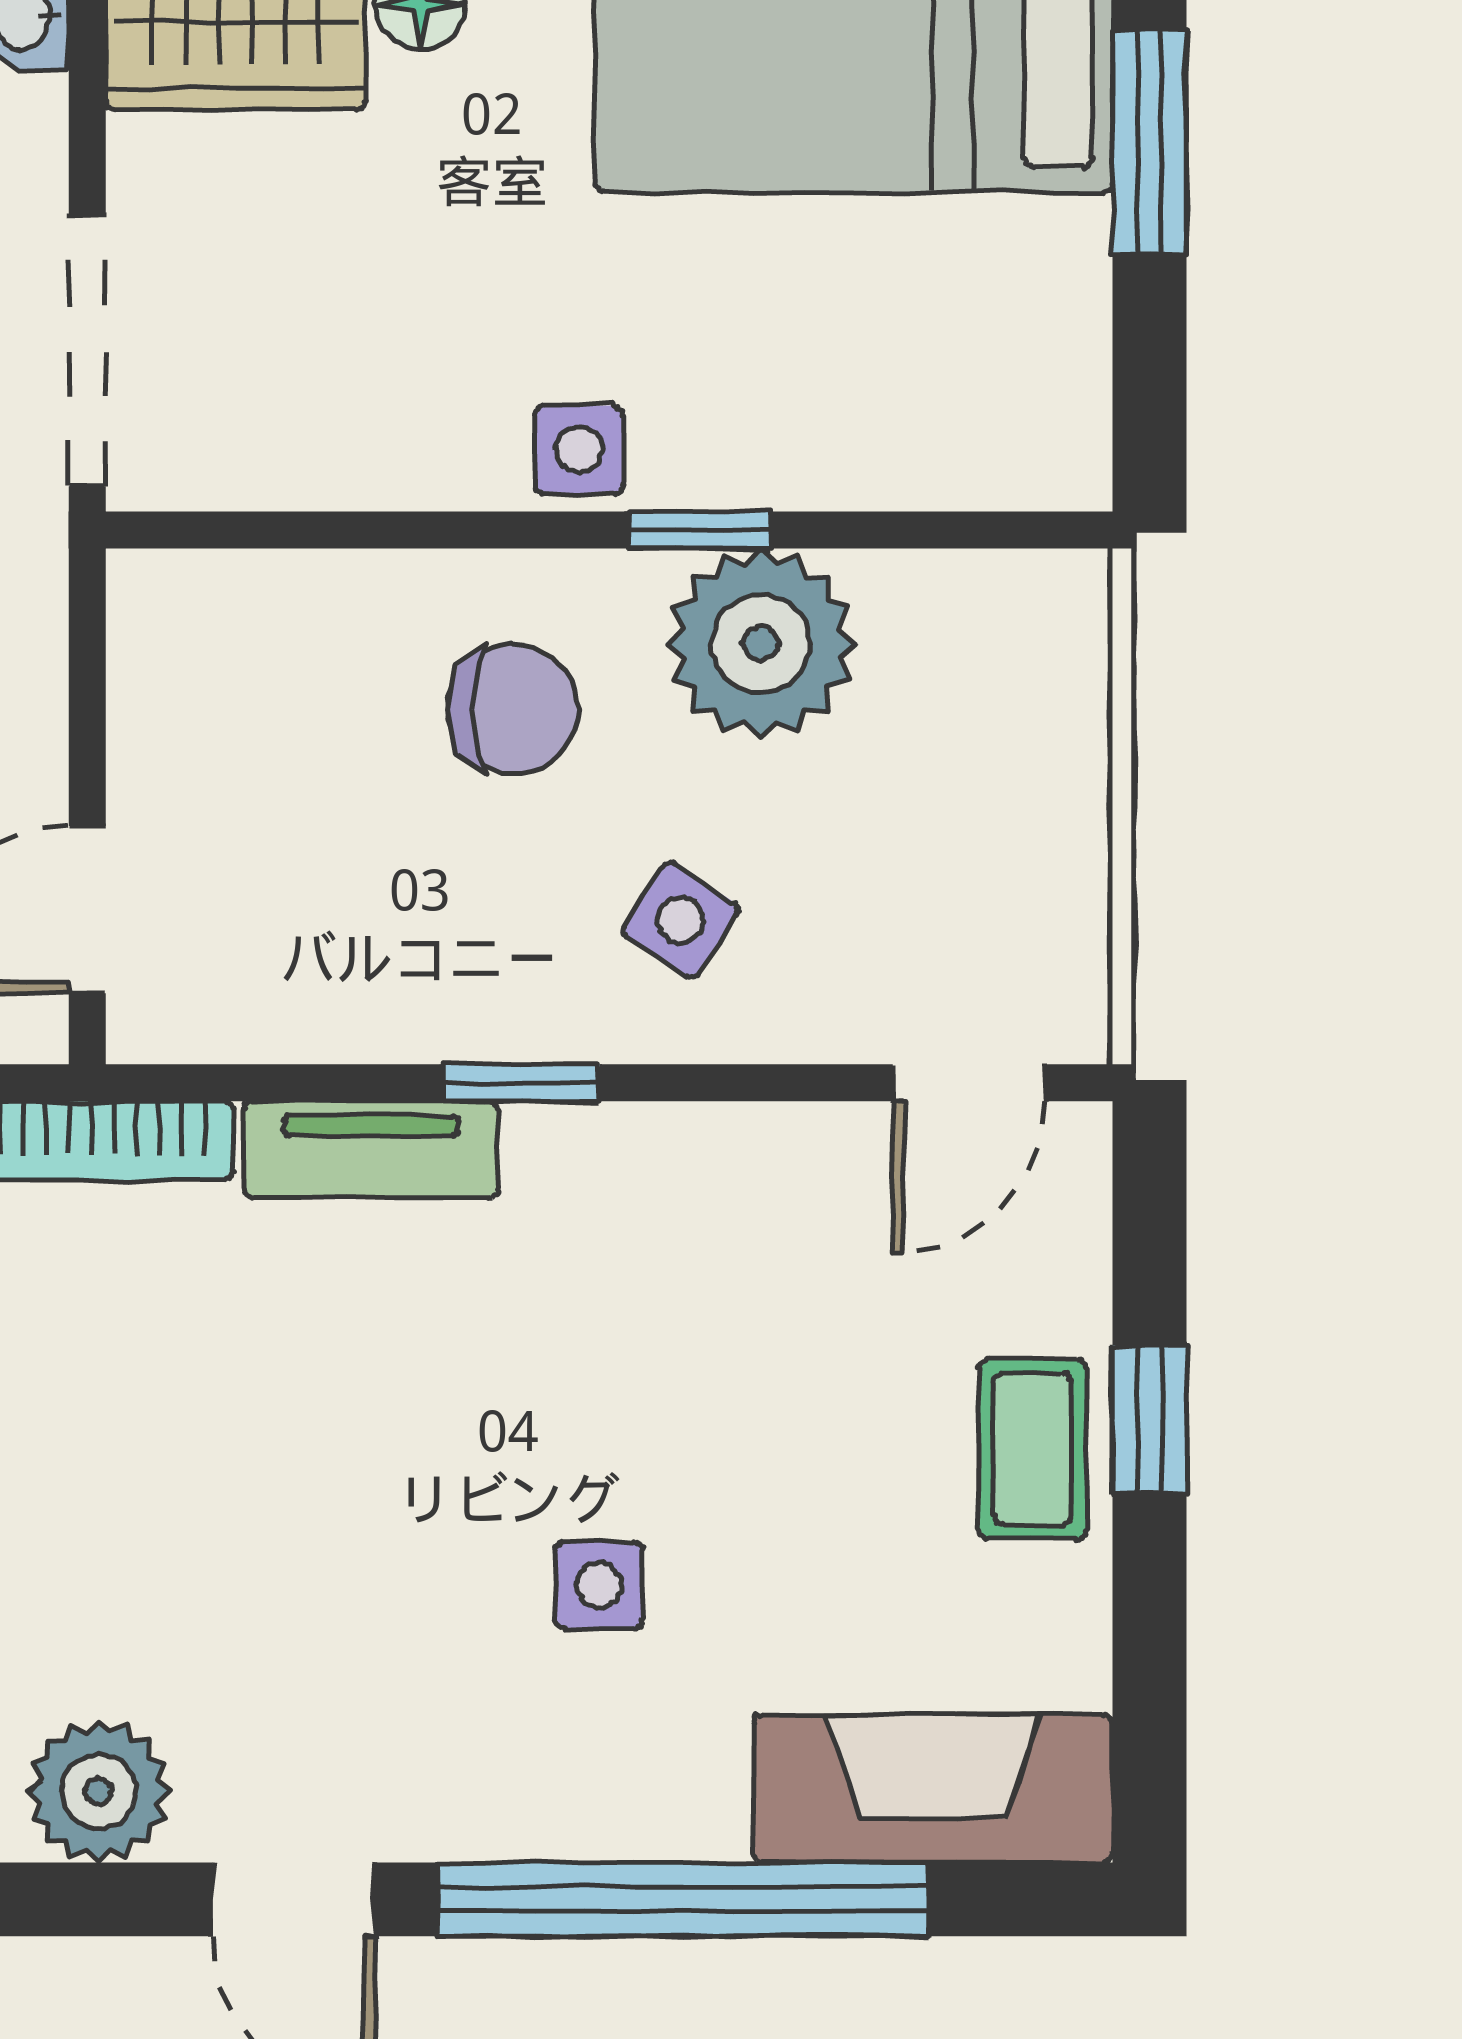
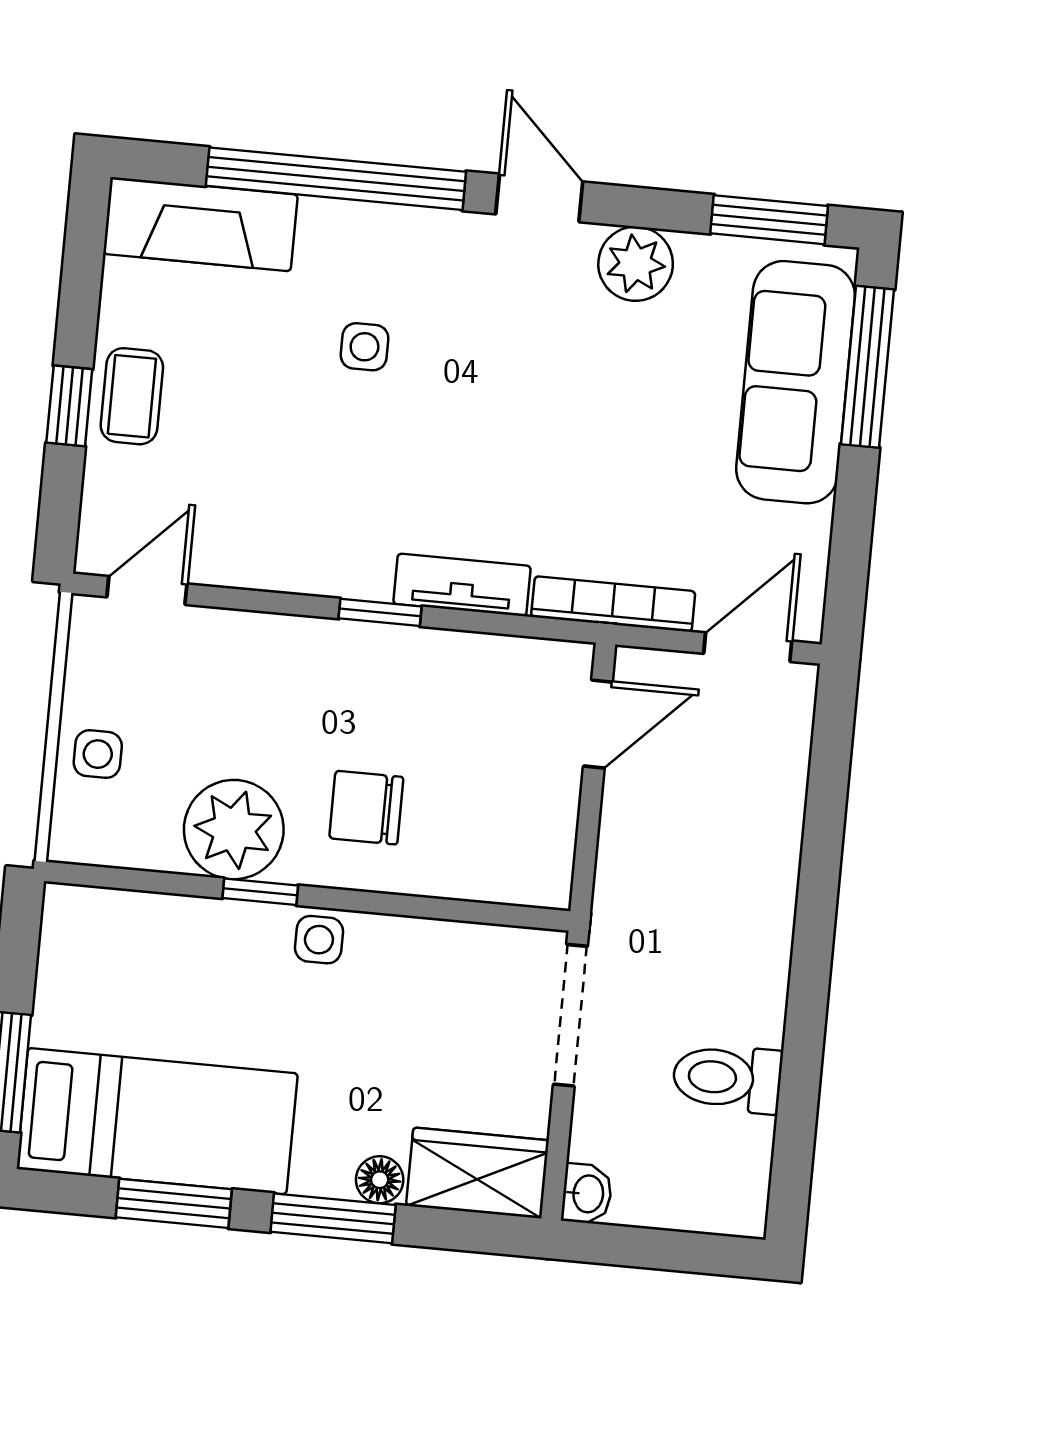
side table: (680, 920) -> (98, 754), moved, turned -33

